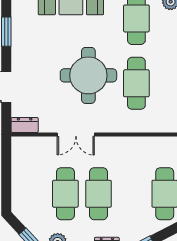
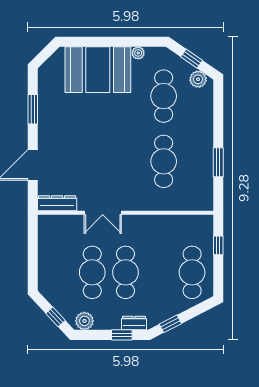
round table: (88, 75) -> (115, 153), removed
dresser: (25, 125) -> (57, 203), width x1.44

